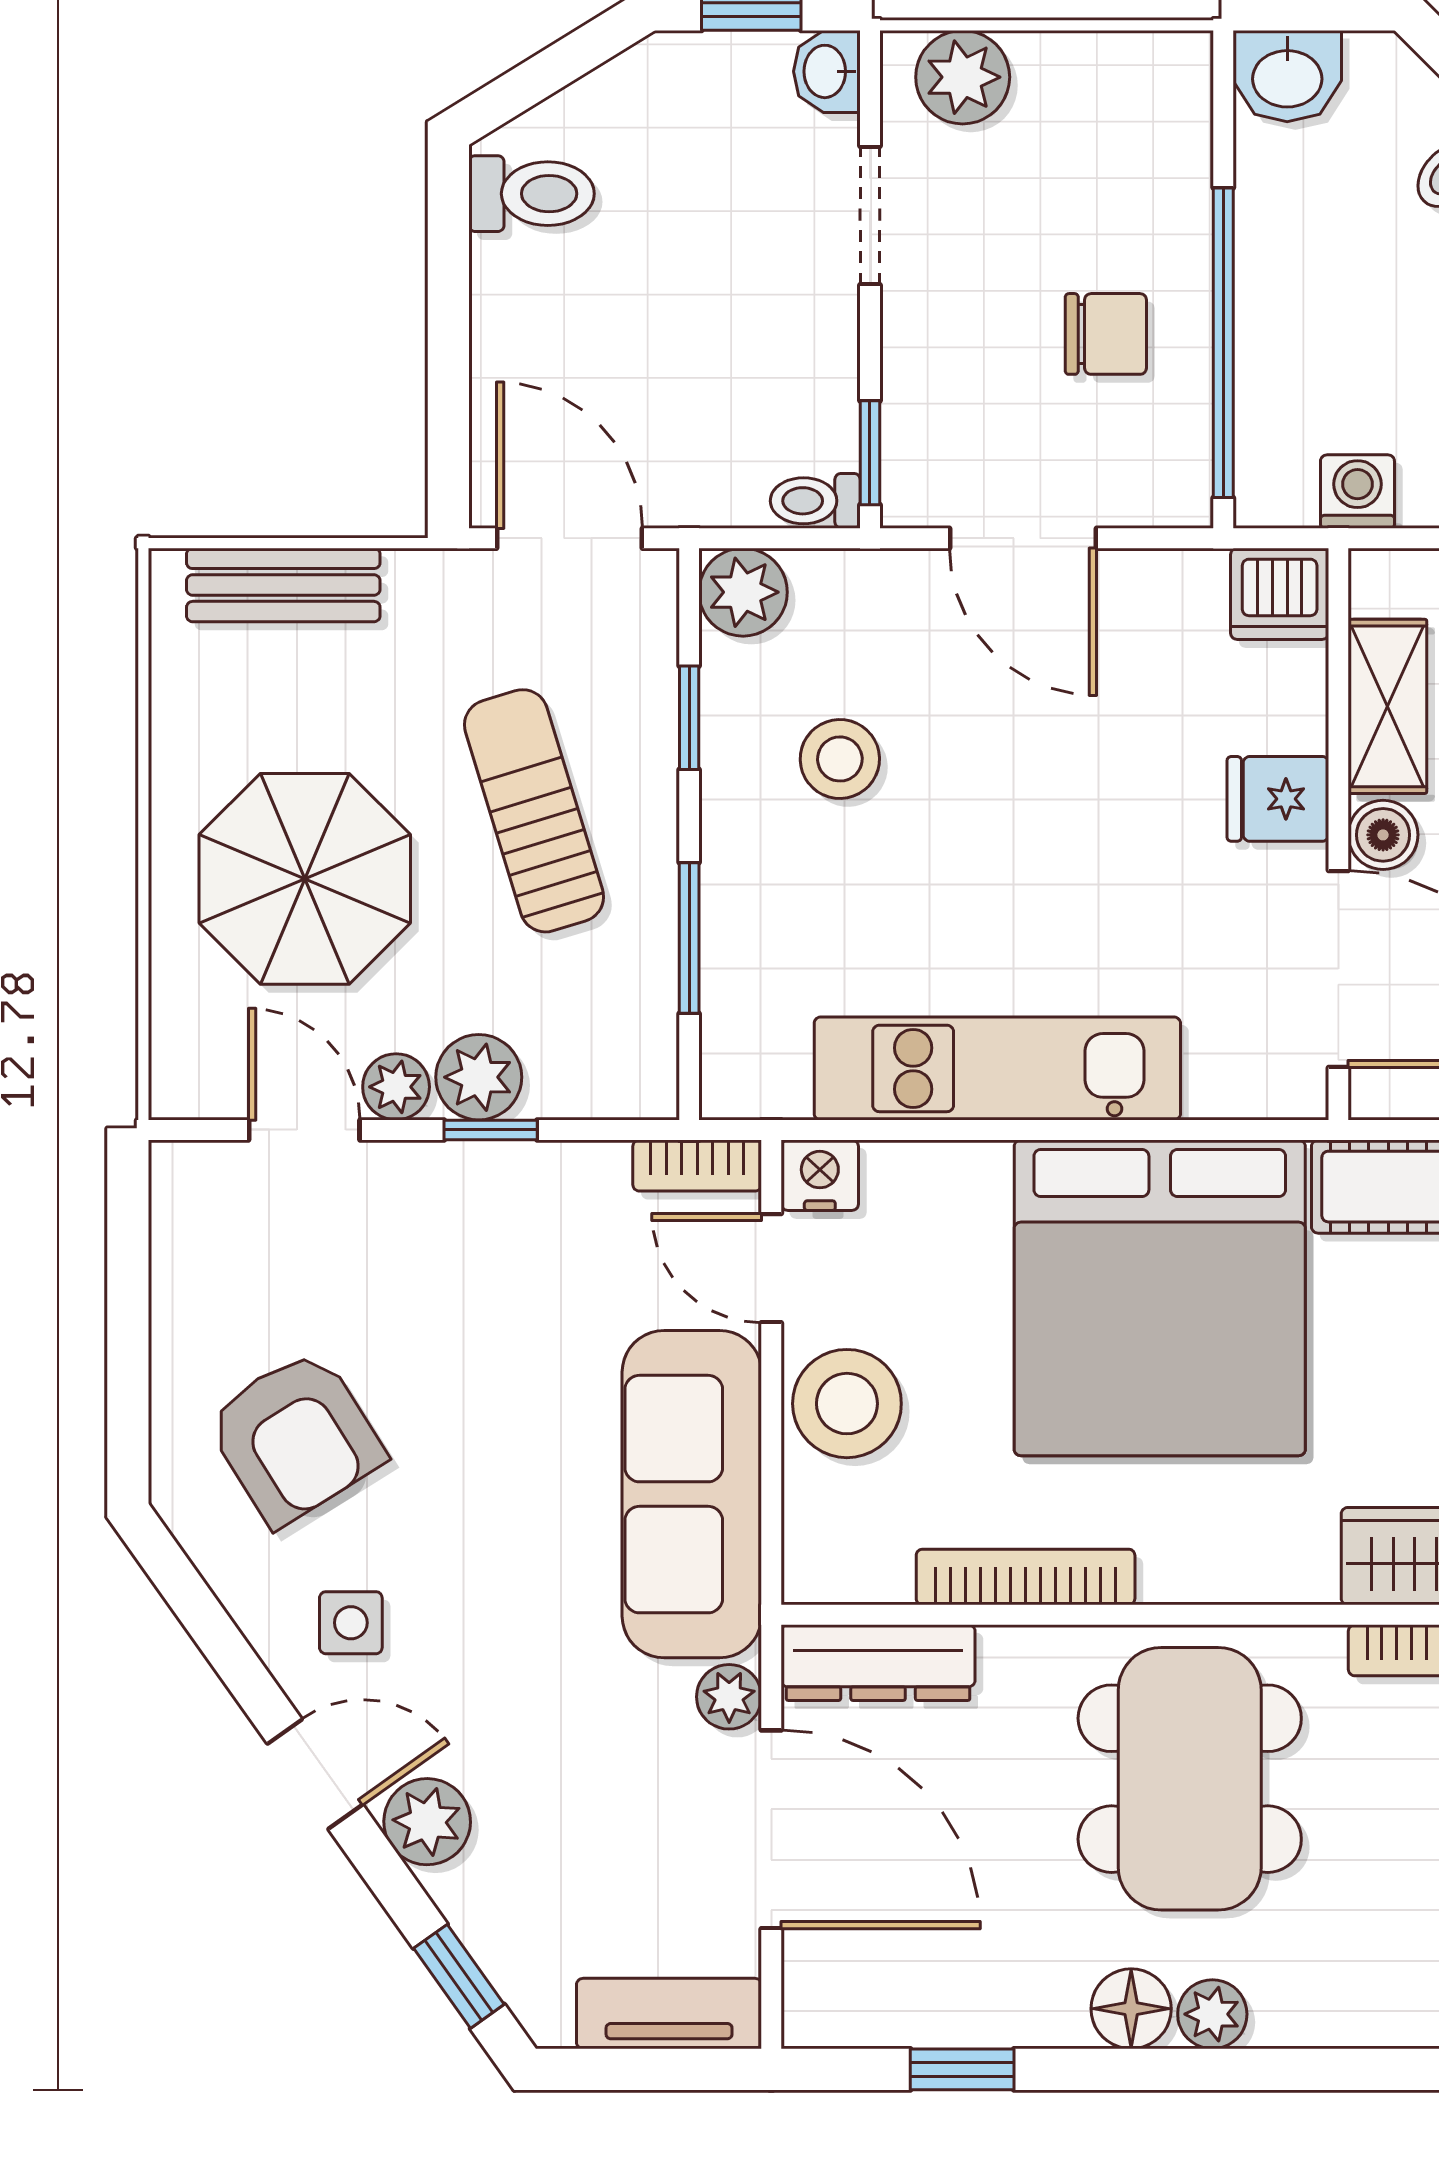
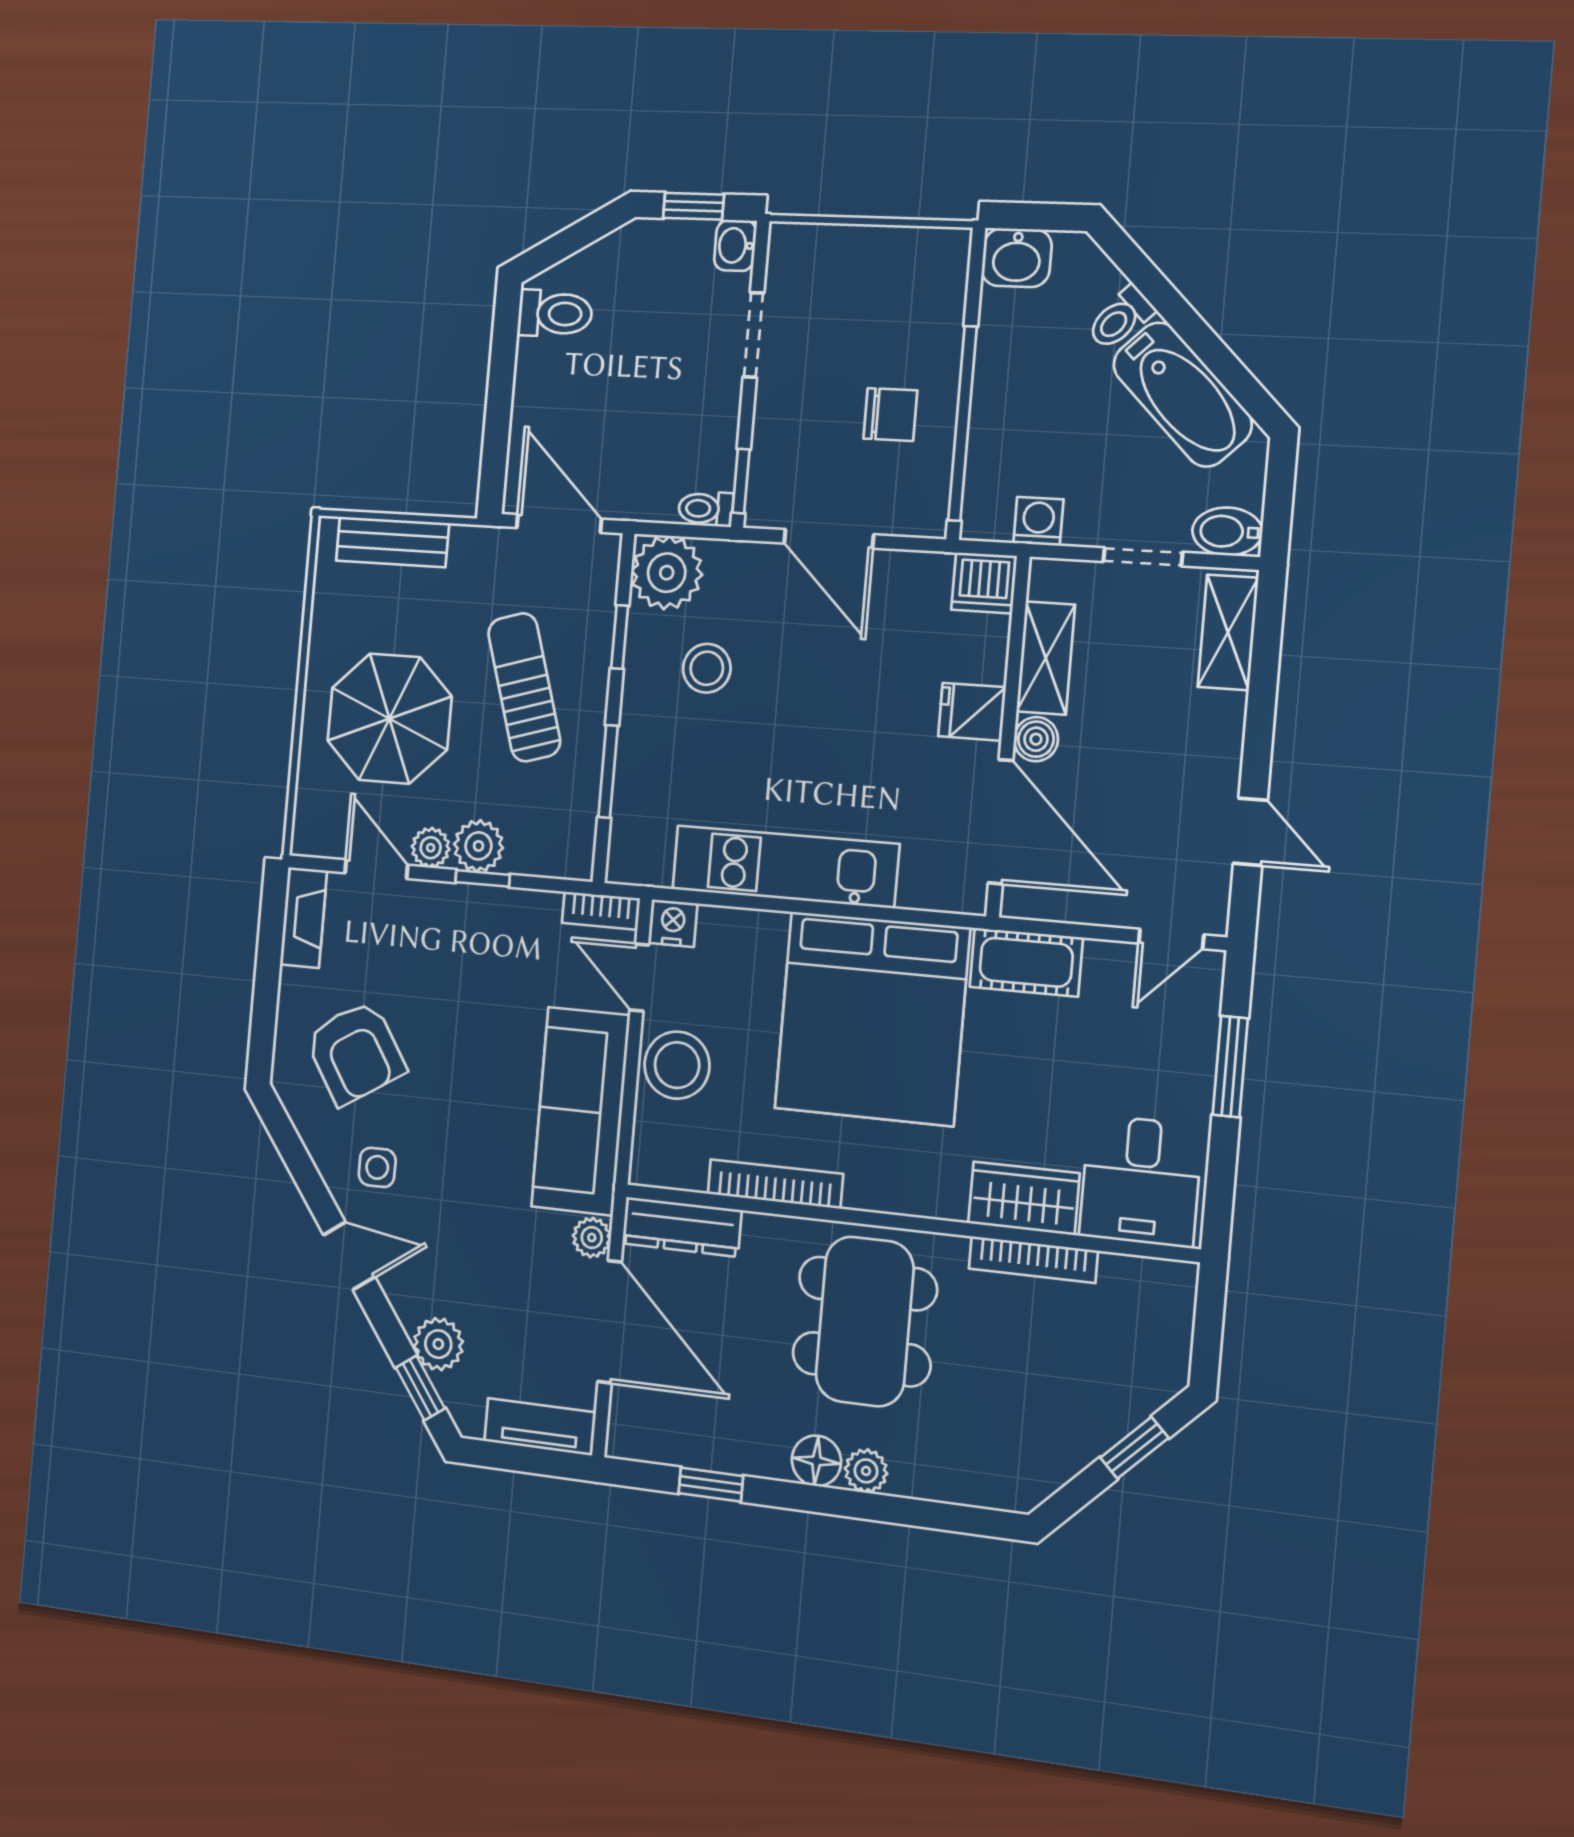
plant: (963, 77) -> (817, 252), removed
plant: (743, 592) -> (667, 573), width x1.36, depth x1.36
fireplace: (183, 1222) -> (304, 918), added
plant: (427, 1822) -> (438, 1344), moved

